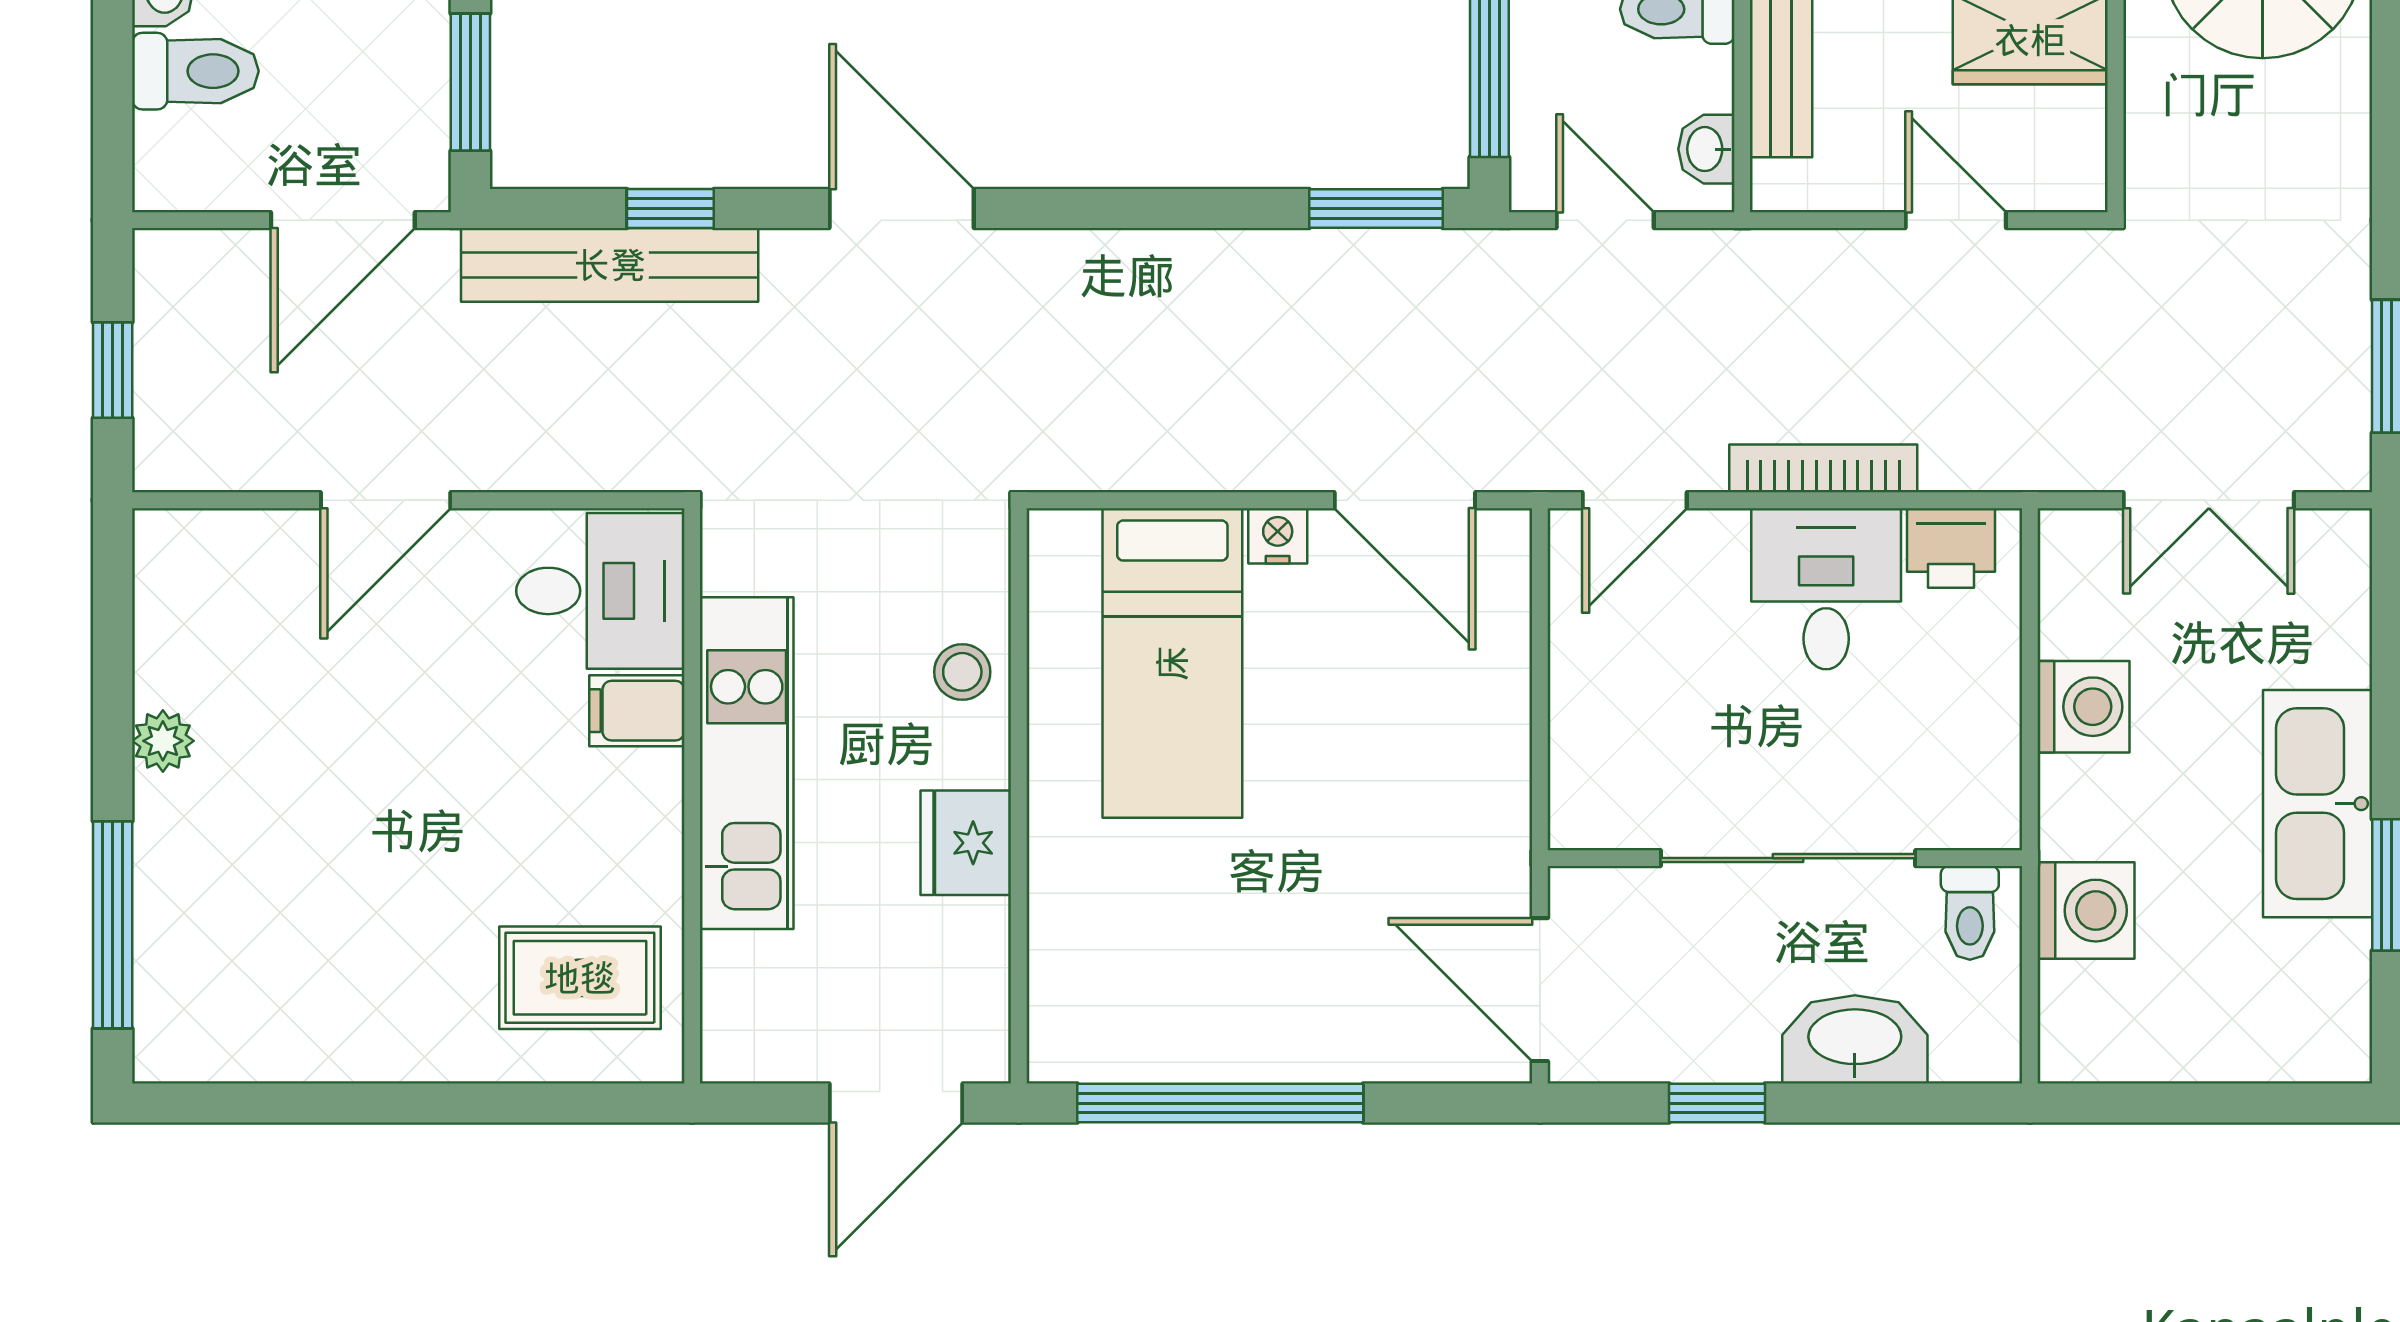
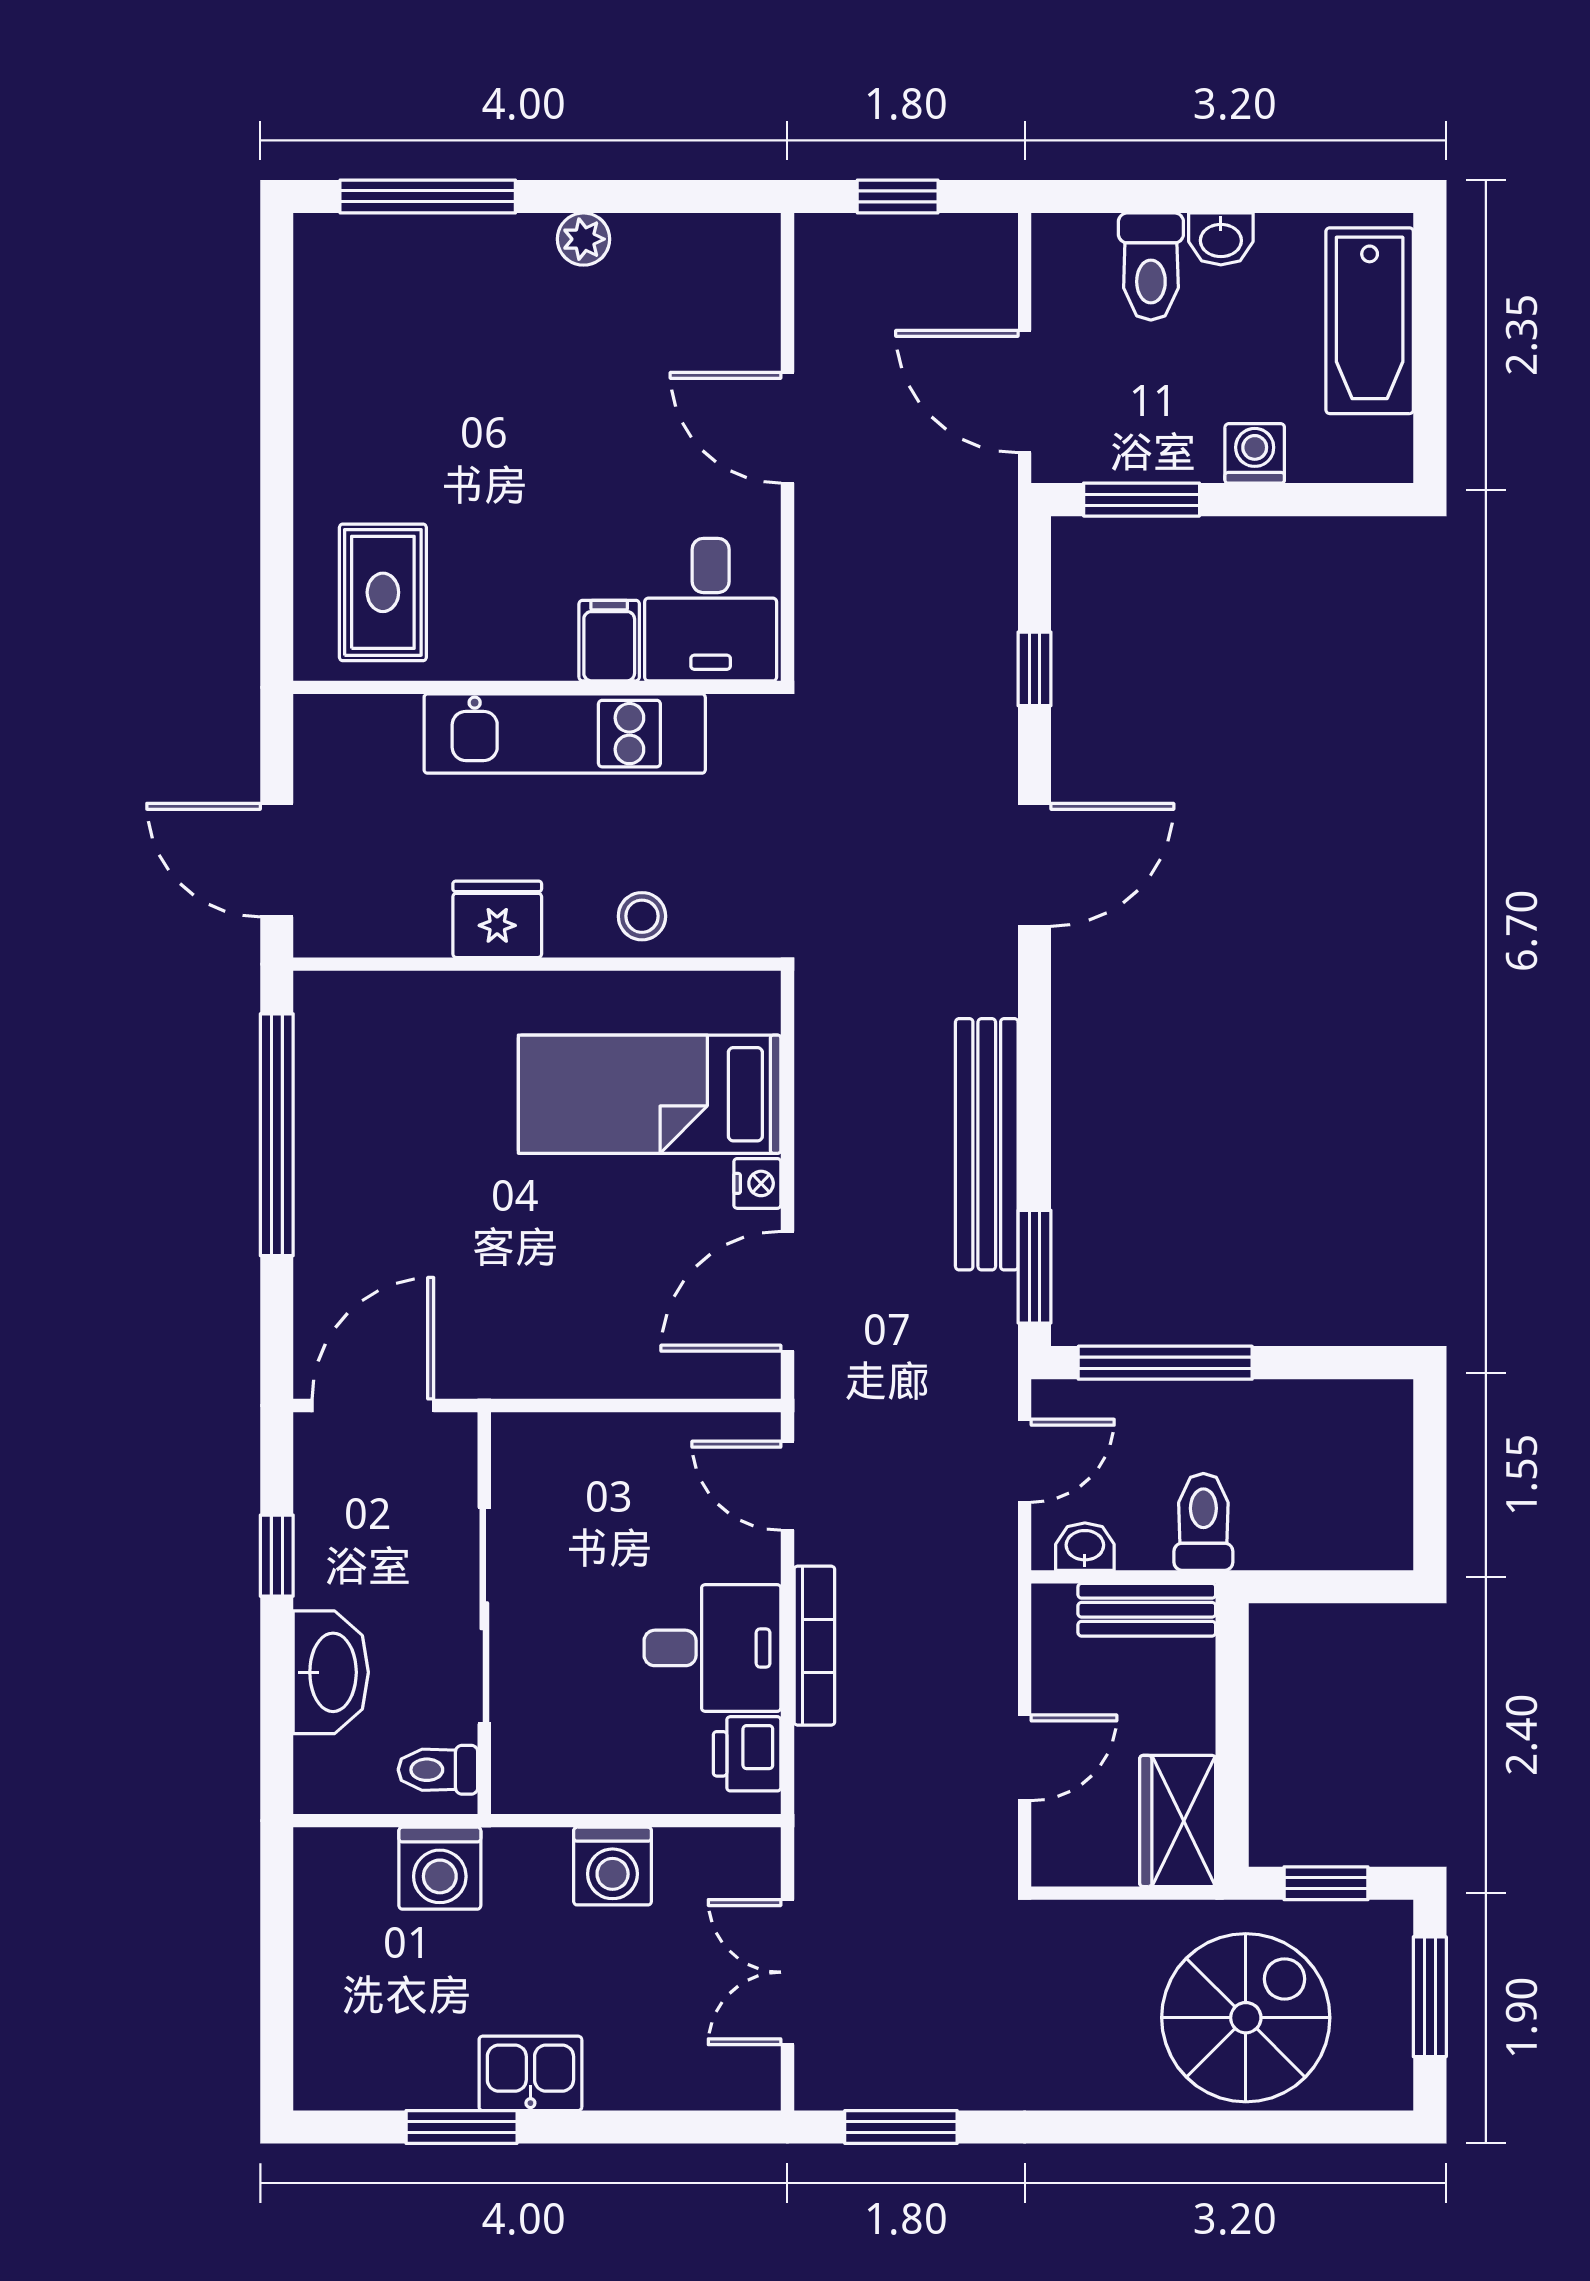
bench: (610, 265) -> (987, 1144), moved
kitchen sink: (2318, 804) -> (530, 2073), width x0.53, depth x0.81

